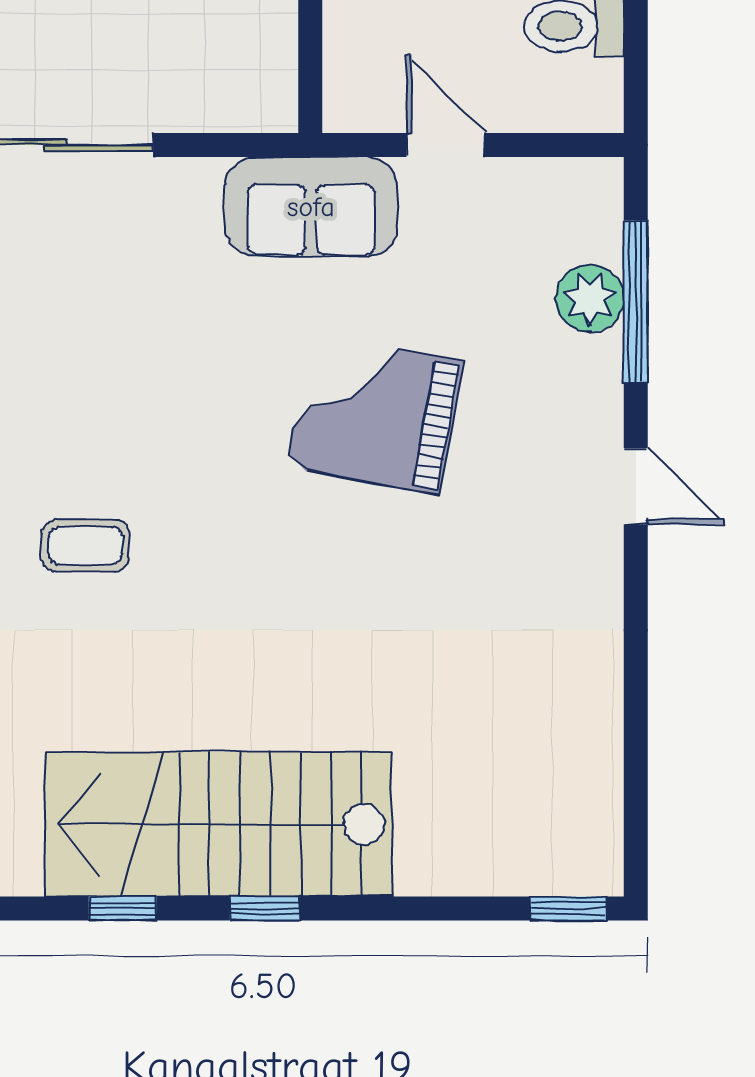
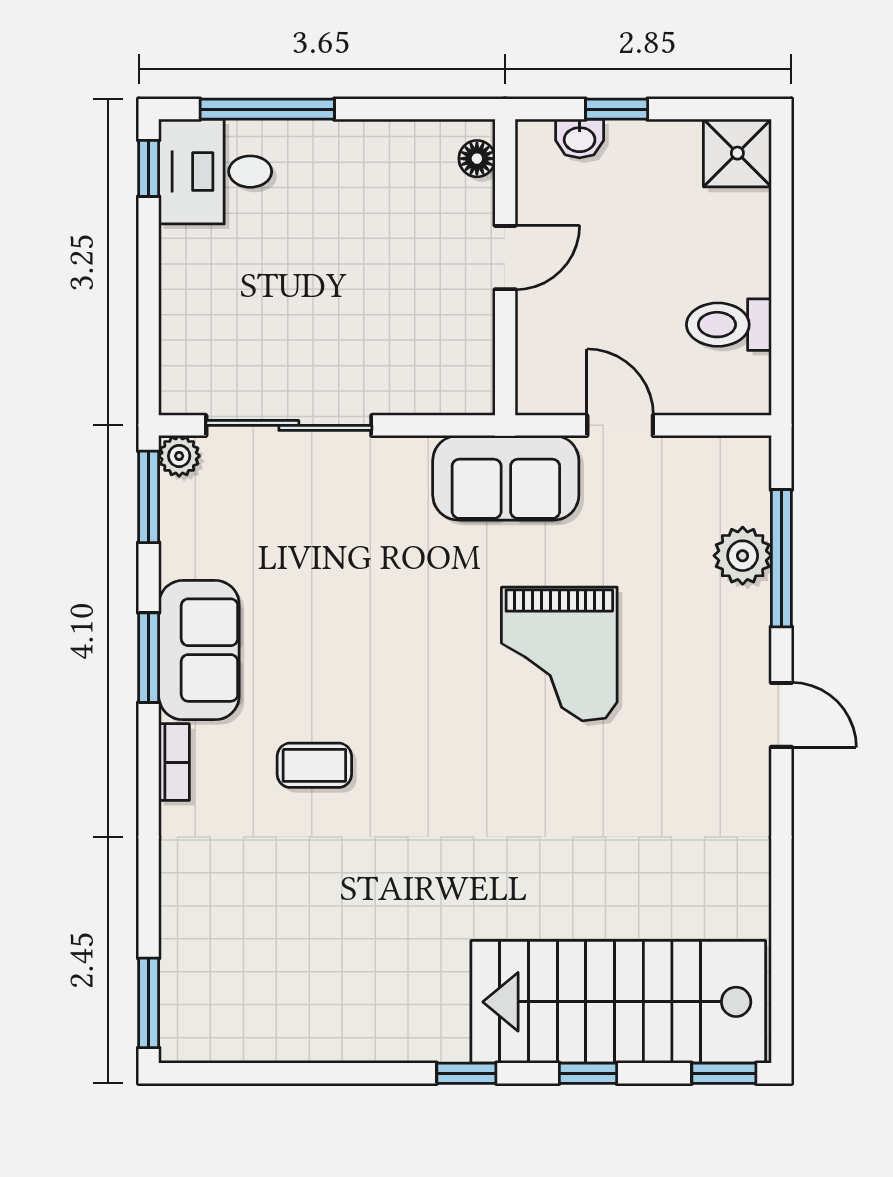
grand piano: (374, 414) -> (559, 654), turned -100
stairs: (218, 824) -> (618, 1002), moved
window: (123, 908) -> (588, 1073), moved

